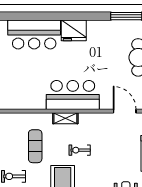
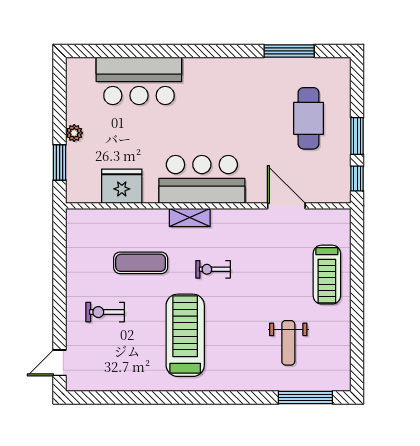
fridge: (74, 30) -> (122, 186), moved, turned 180
exercise mat: (35, 146) -> (141, 263), turned 90

